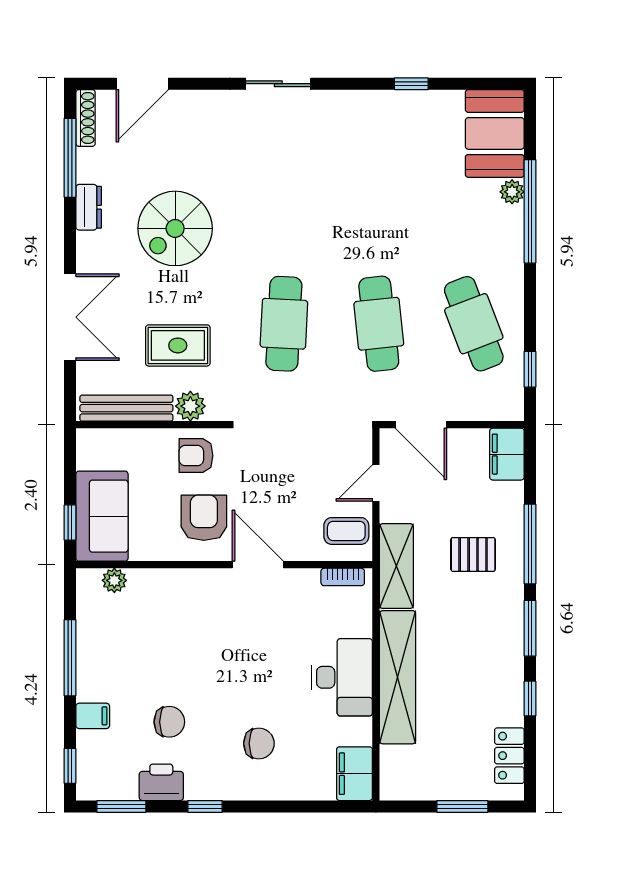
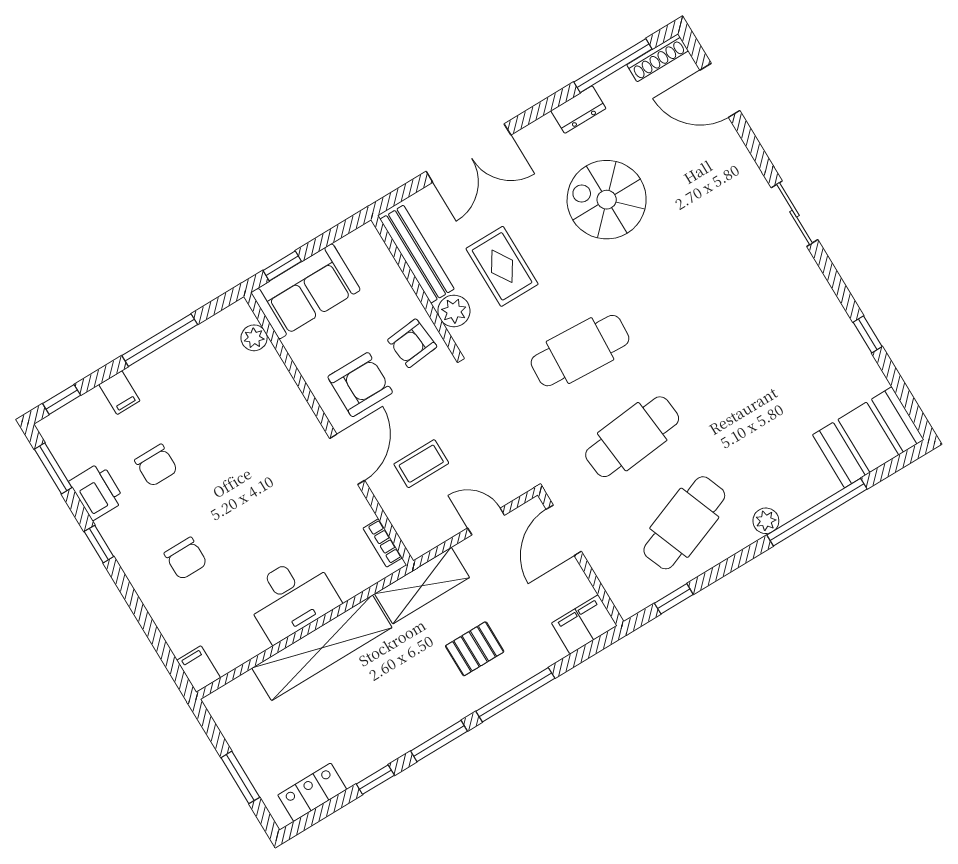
plant: (512, 192) -> (766, 521), moved
armchair: (196, 456) -> (412, 343), turned -96
coffee table: (346, 531) -> (421, 464), moved, turned 90
pallet: (473, 554) -> (475, 649), turned 90
filing cabinet: (354, 774) -> (199, 669), width x0.50

